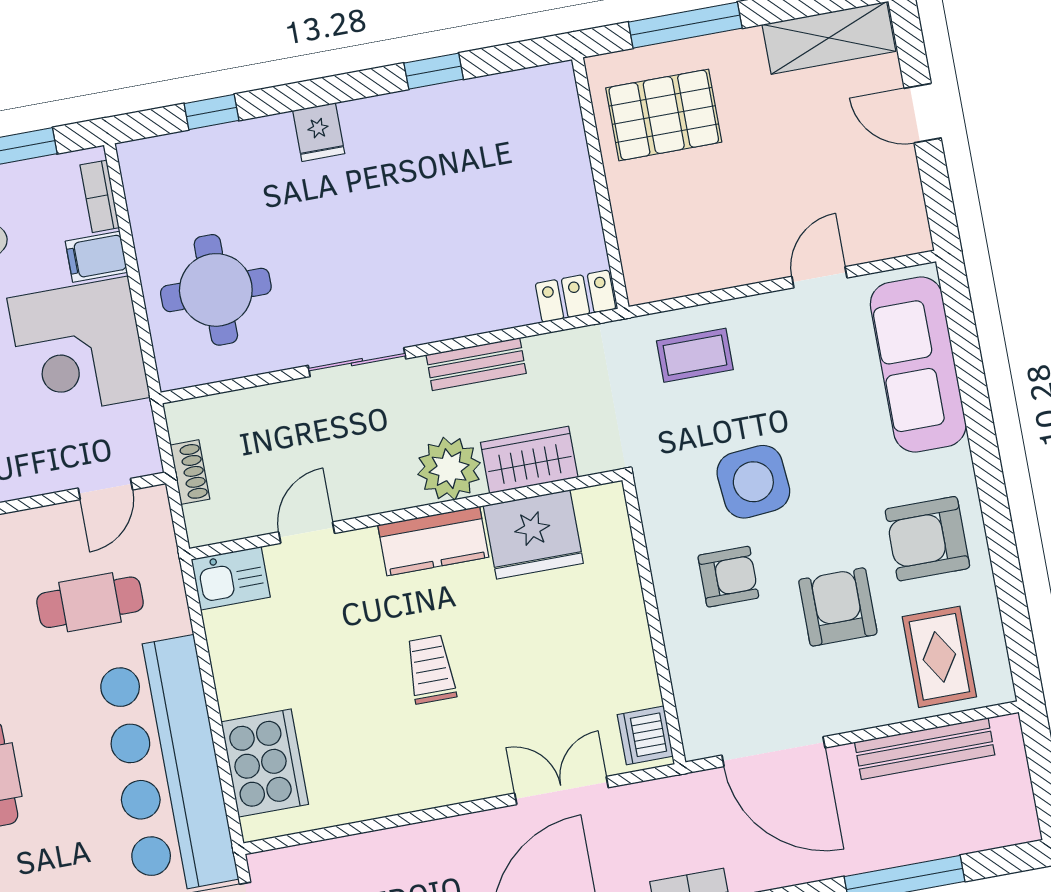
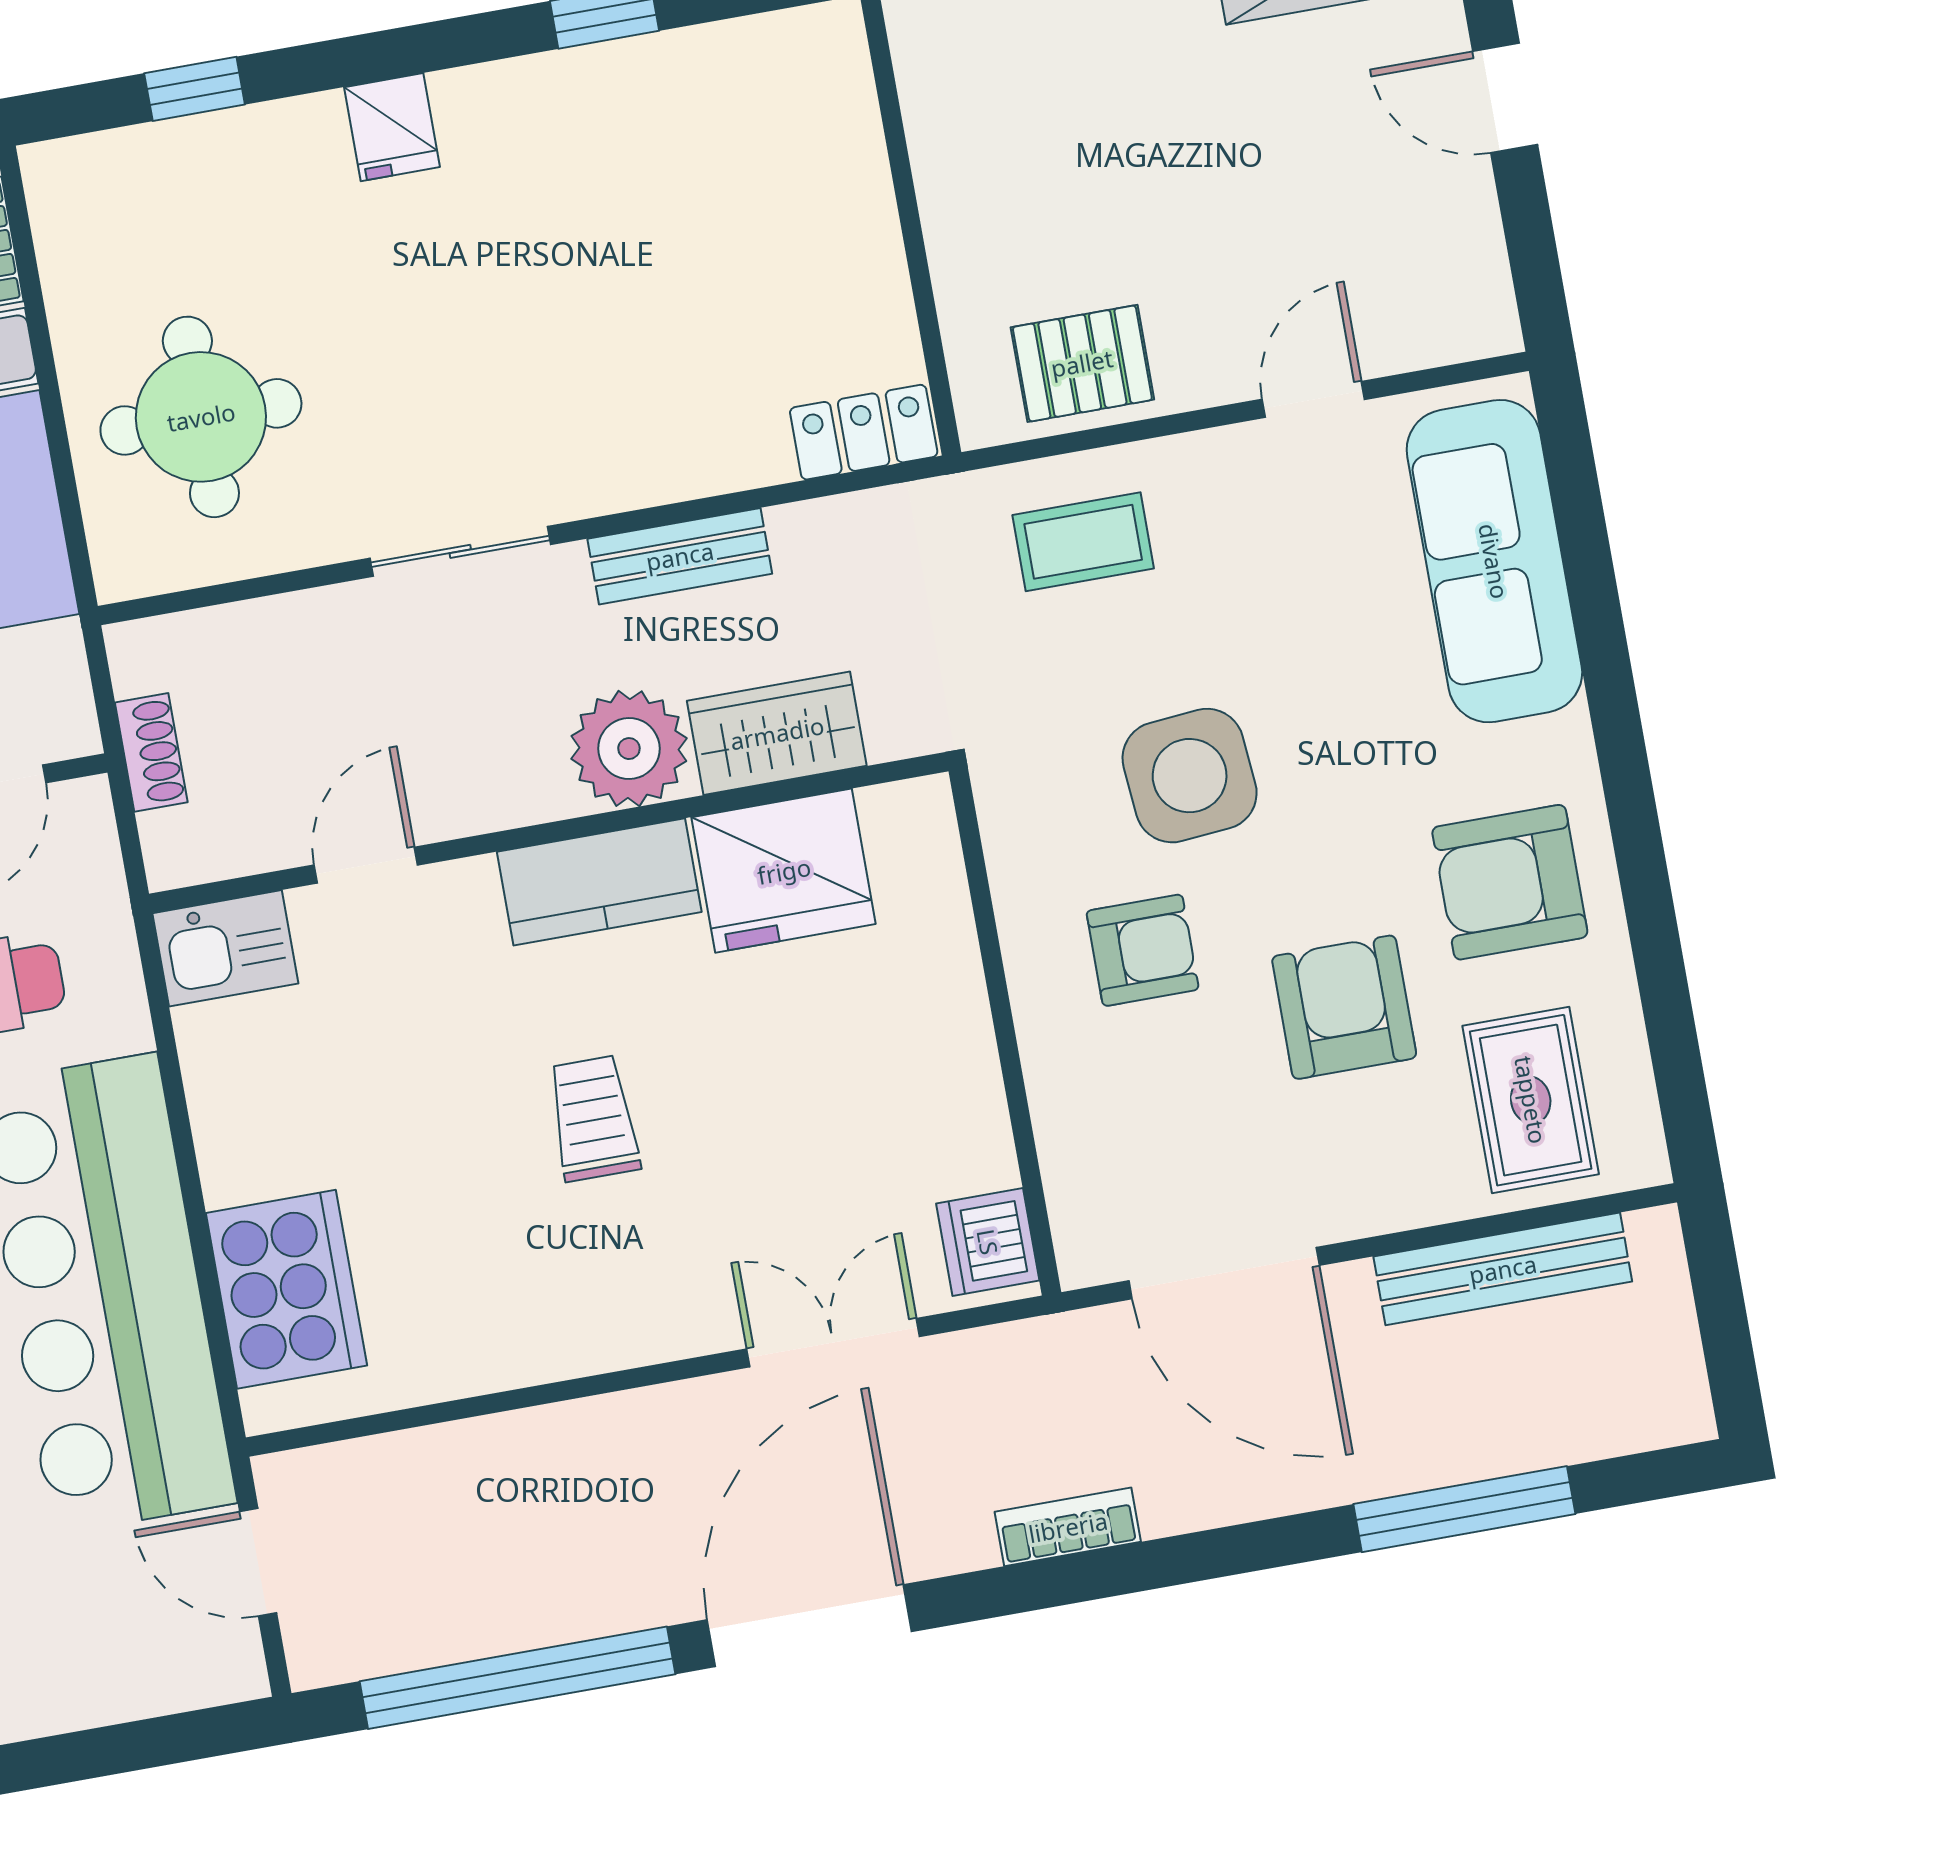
pallet: (664, 115) -> (1082, 363), moved, width x0.67, depth x0.71

